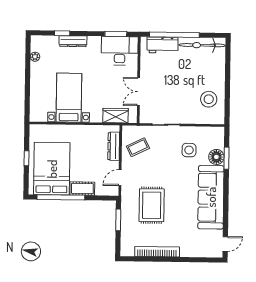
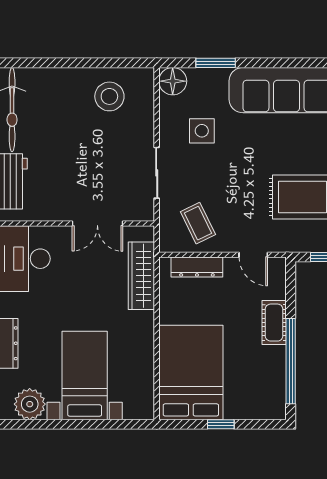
plant: (35, 57) -> (30, 404), width x1.88, depth x1.88
bed with nightstands: (69, 98) -> (85, 376), moved, turned 90
wardrobe: (116, 116) -> (141, 276), width x1.50
floor lamp: (216, 157) -> (173, 81), moved
bed: (52, 169) -> (191, 373), moved, turned 90

